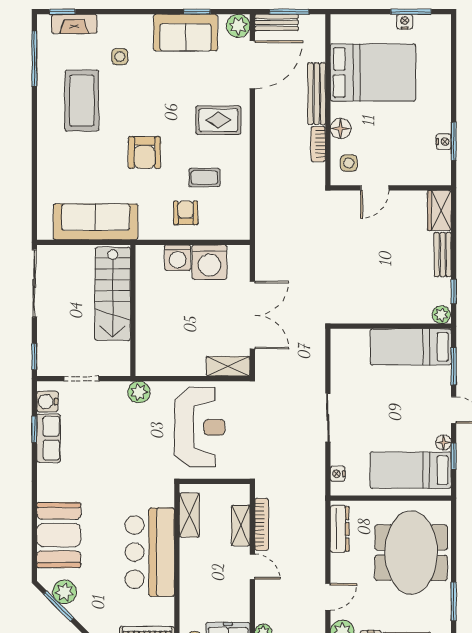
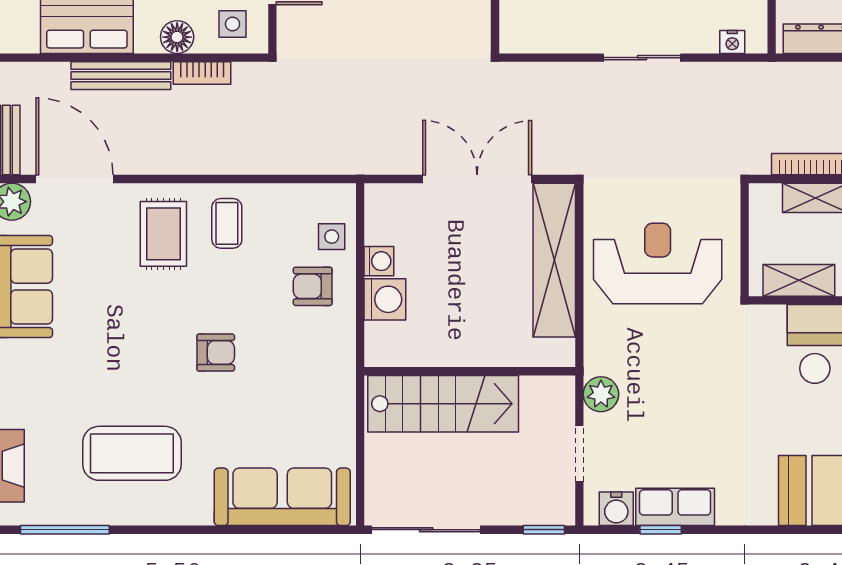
side table: (120, 57) -> (332, 237), moved
armchair: (144, 153) -> (216, 353), width x0.72, depth x0.72
coffee table: (204, 178) -> (227, 223), moved
sofa: (96, 222) -> (282, 497), moved, turned 90
washing machine: (210, 262) -> (379, 261), width x0.53, depth x0.53
shelving: (228, 366) -> (554, 260), width x2.20, depth x1.33
plant: (139, 392) -> (601, 394), moved

